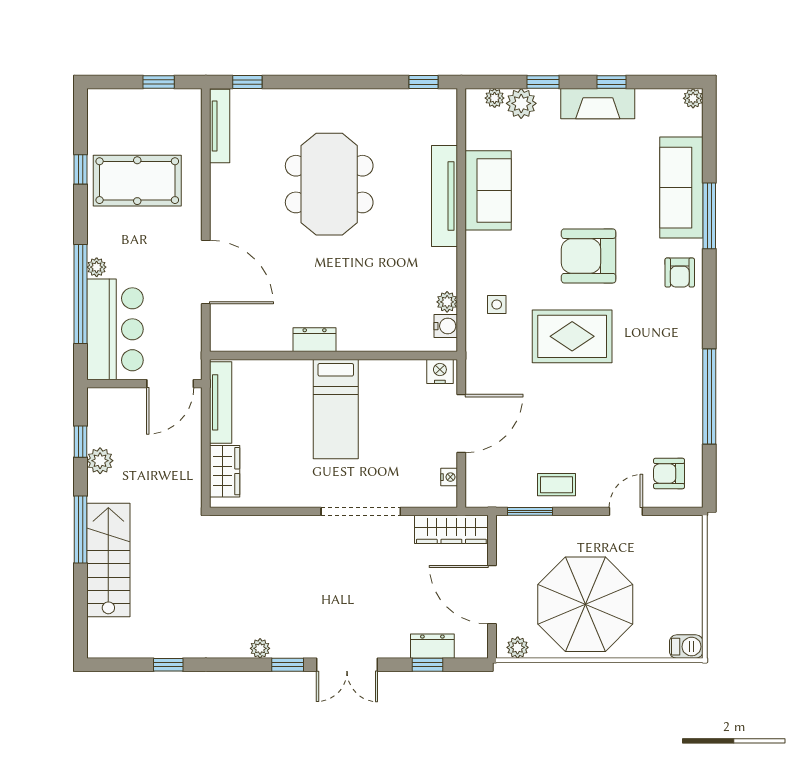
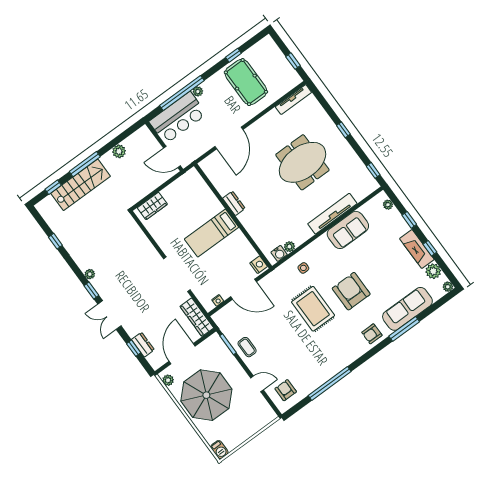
window: (247, 82) -> (343, 130), moved
plant: (521, 103) -> (433, 271), moved
tv unit: (221, 402) -> (180, 184), removed
window: (81, 442) -> (53, 187), moved

